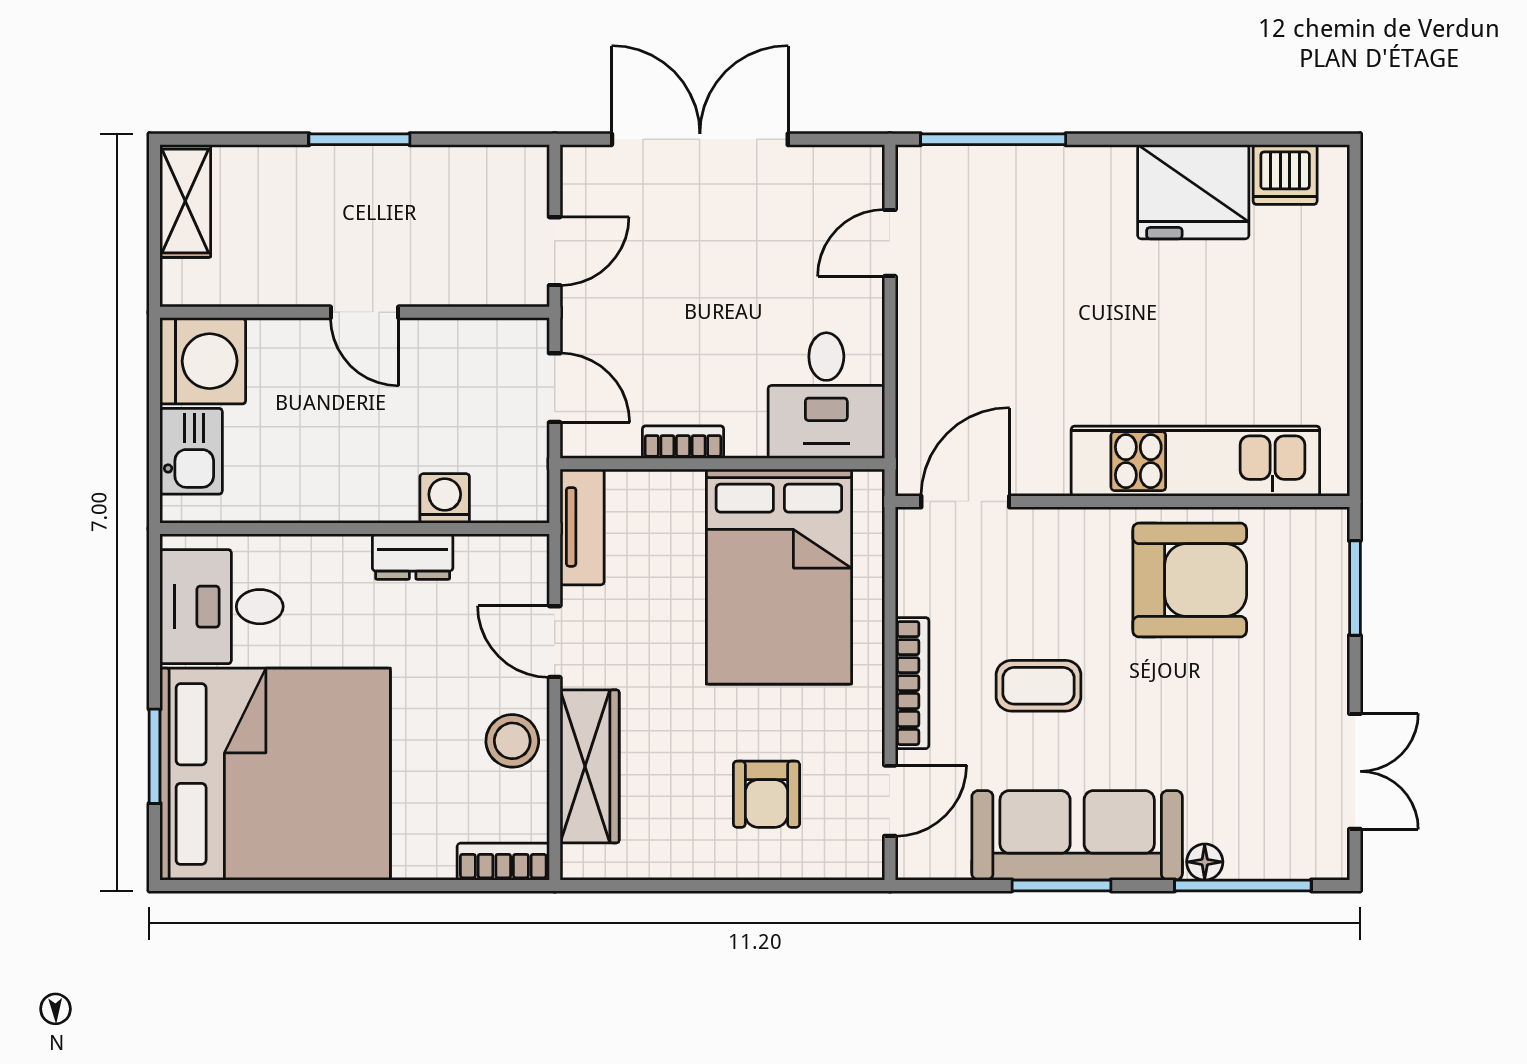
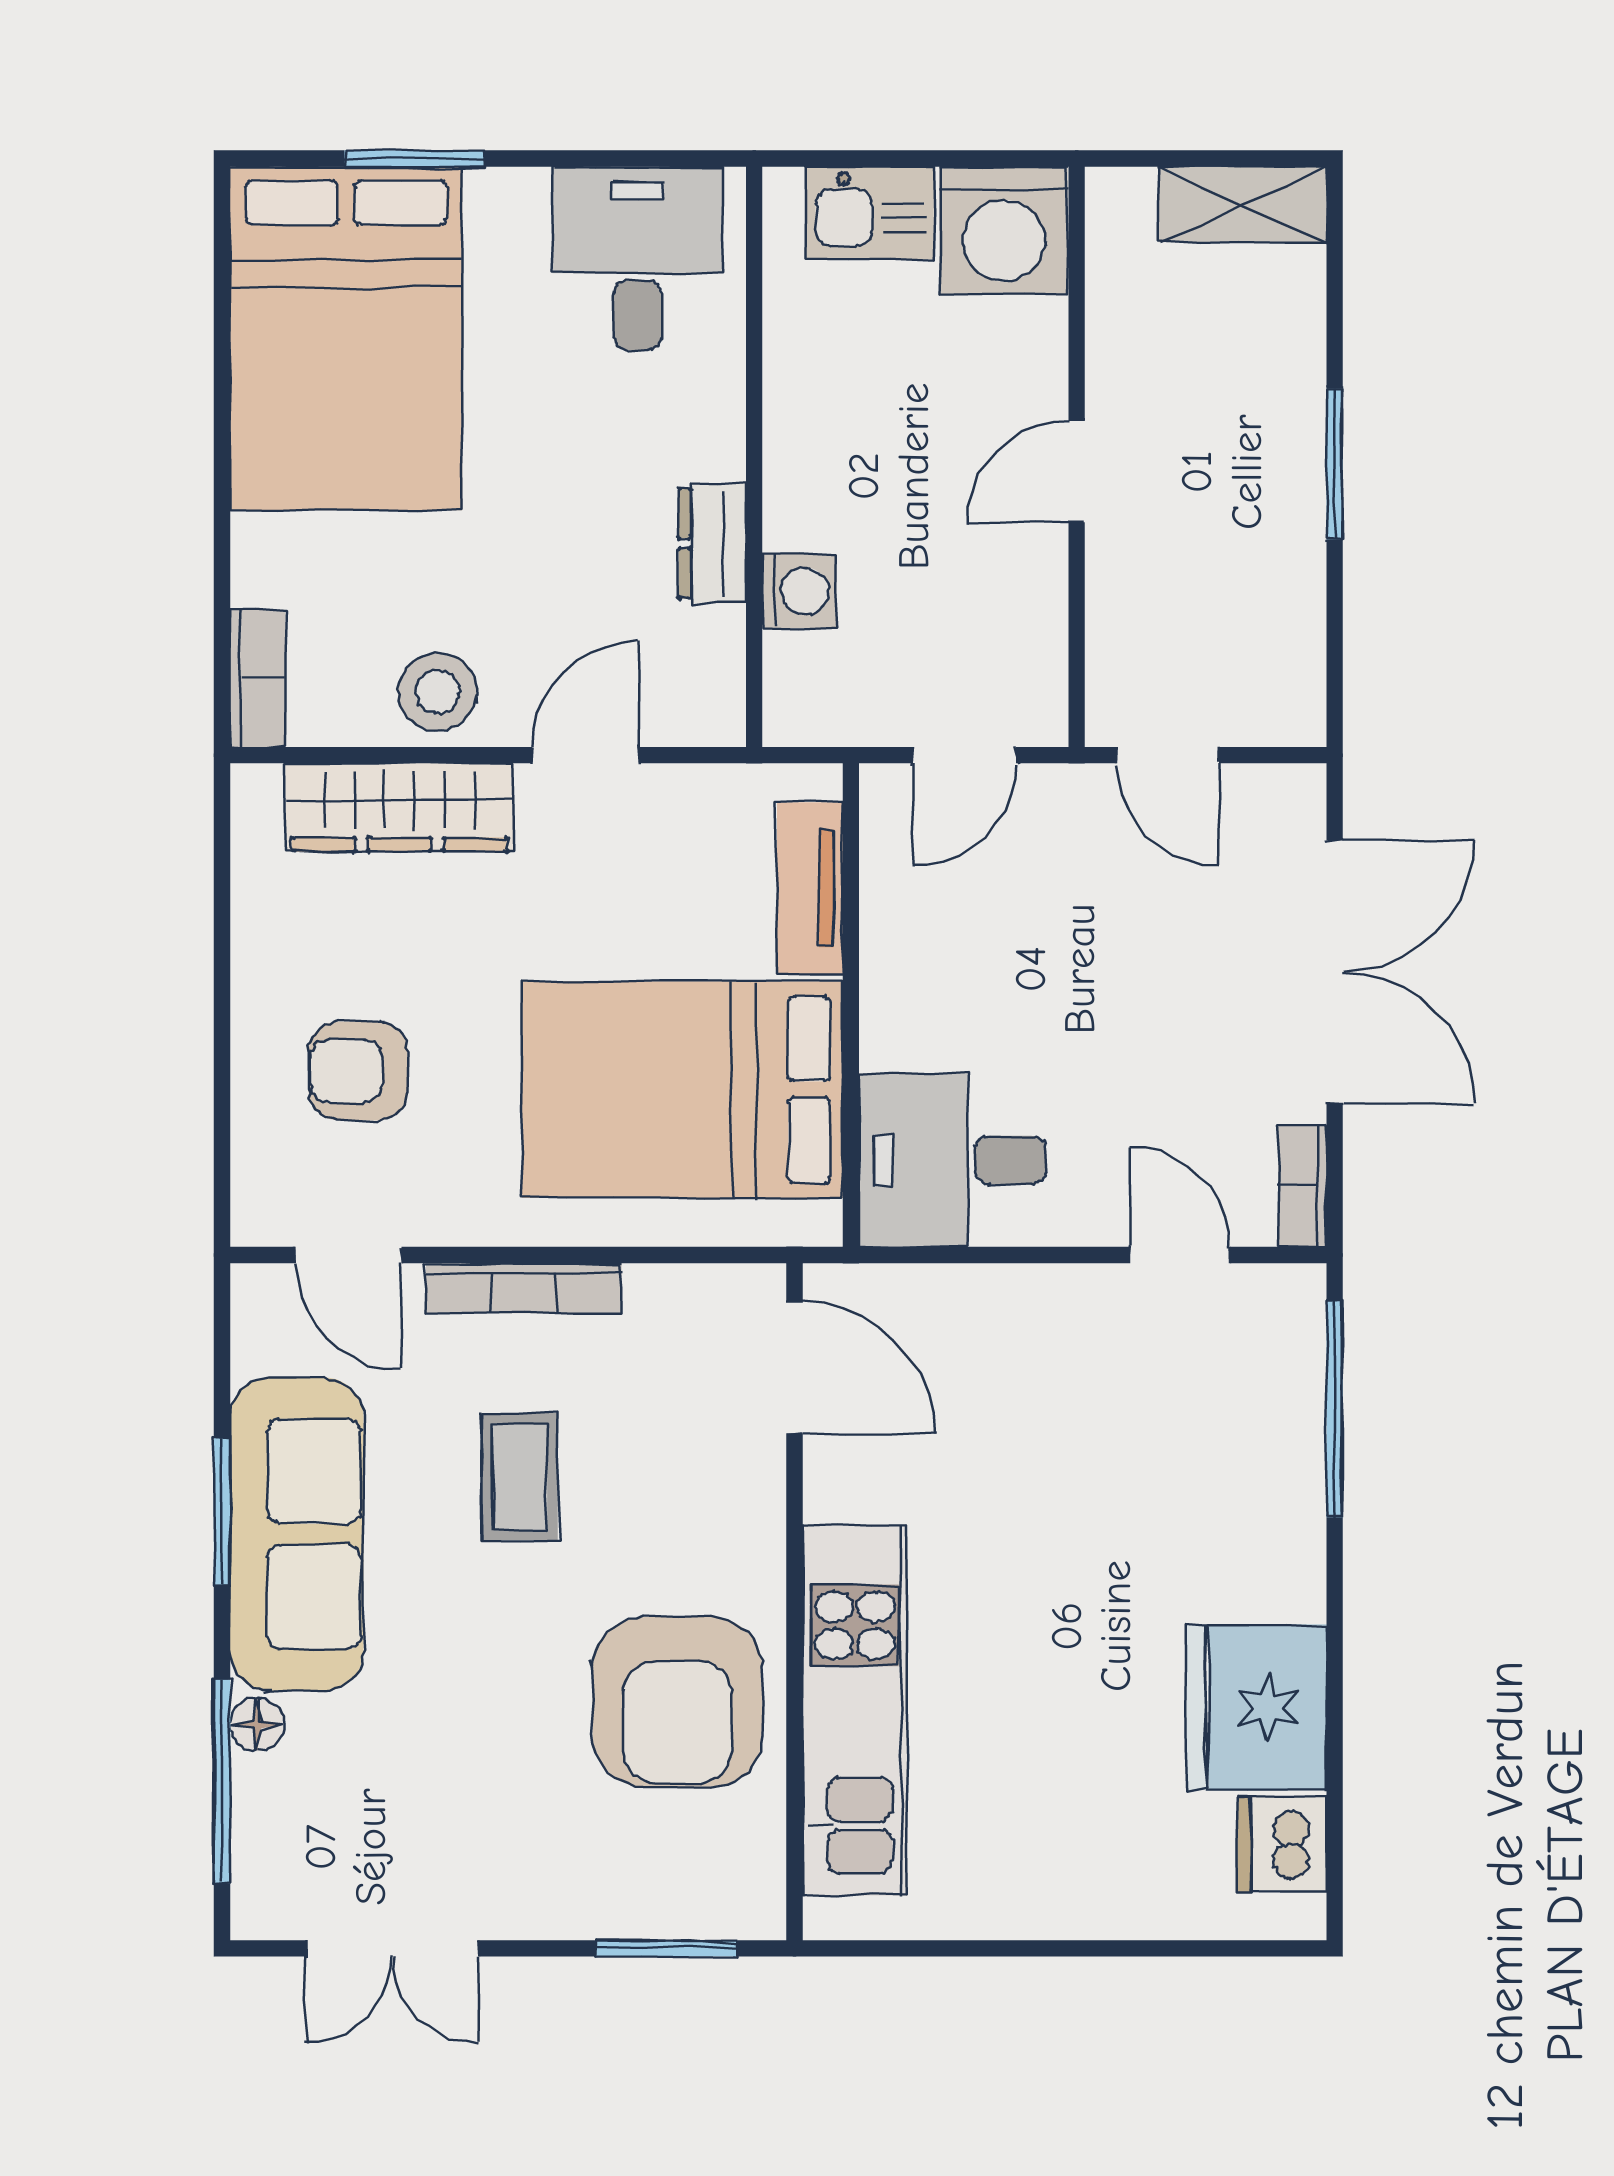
bookcase: (683, 442) -> (1302, 1186), moved, turned 180
tv unit: (582, 527) -> (810, 889), moved, turned 90
bed: (275, 774) -> (346, 338), width x0.73

